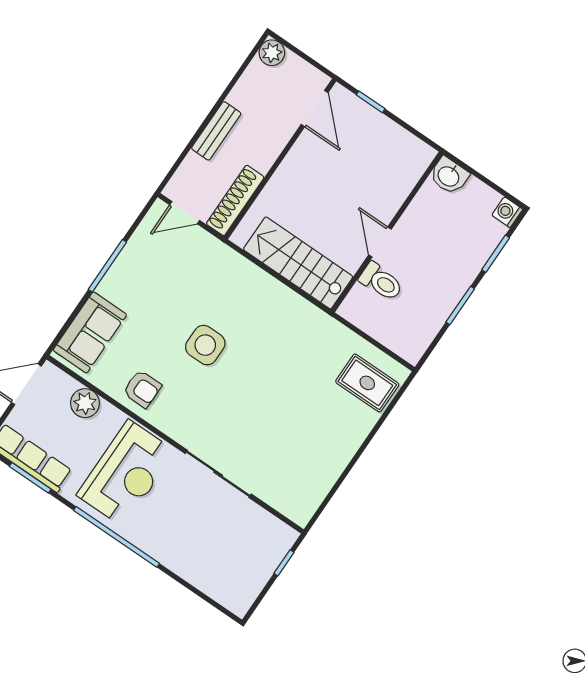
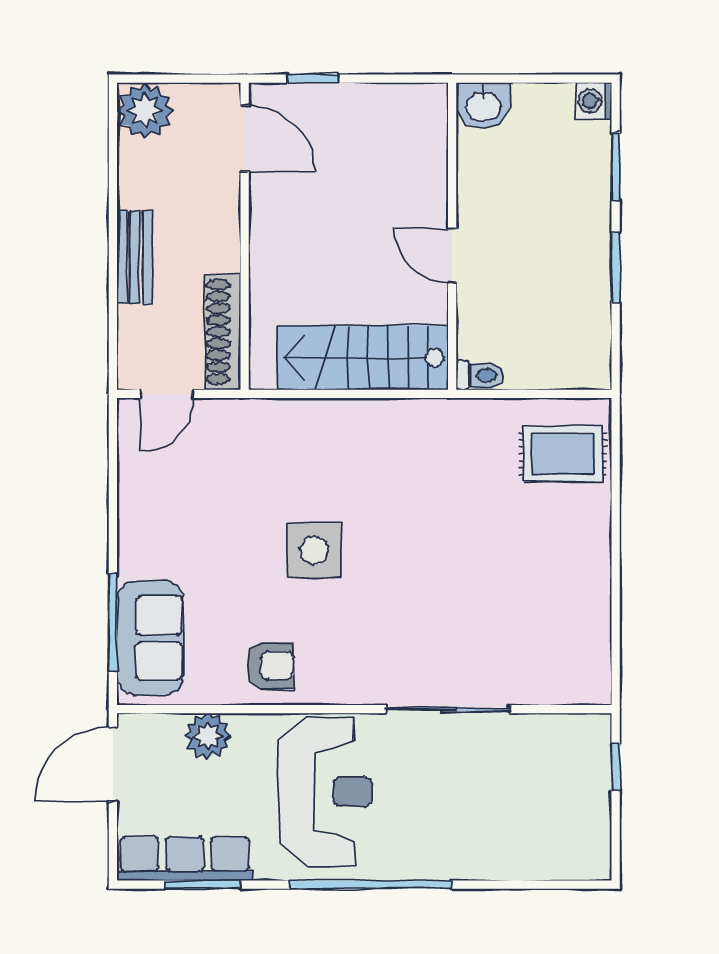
plant: (272, 53) -> (145, 111), width x1.36, depth x1.36
window: (107, 266) -> (113, 623), moved
toilet: (381, 282) -> (480, 375), moved, width x0.73, depth x0.72

